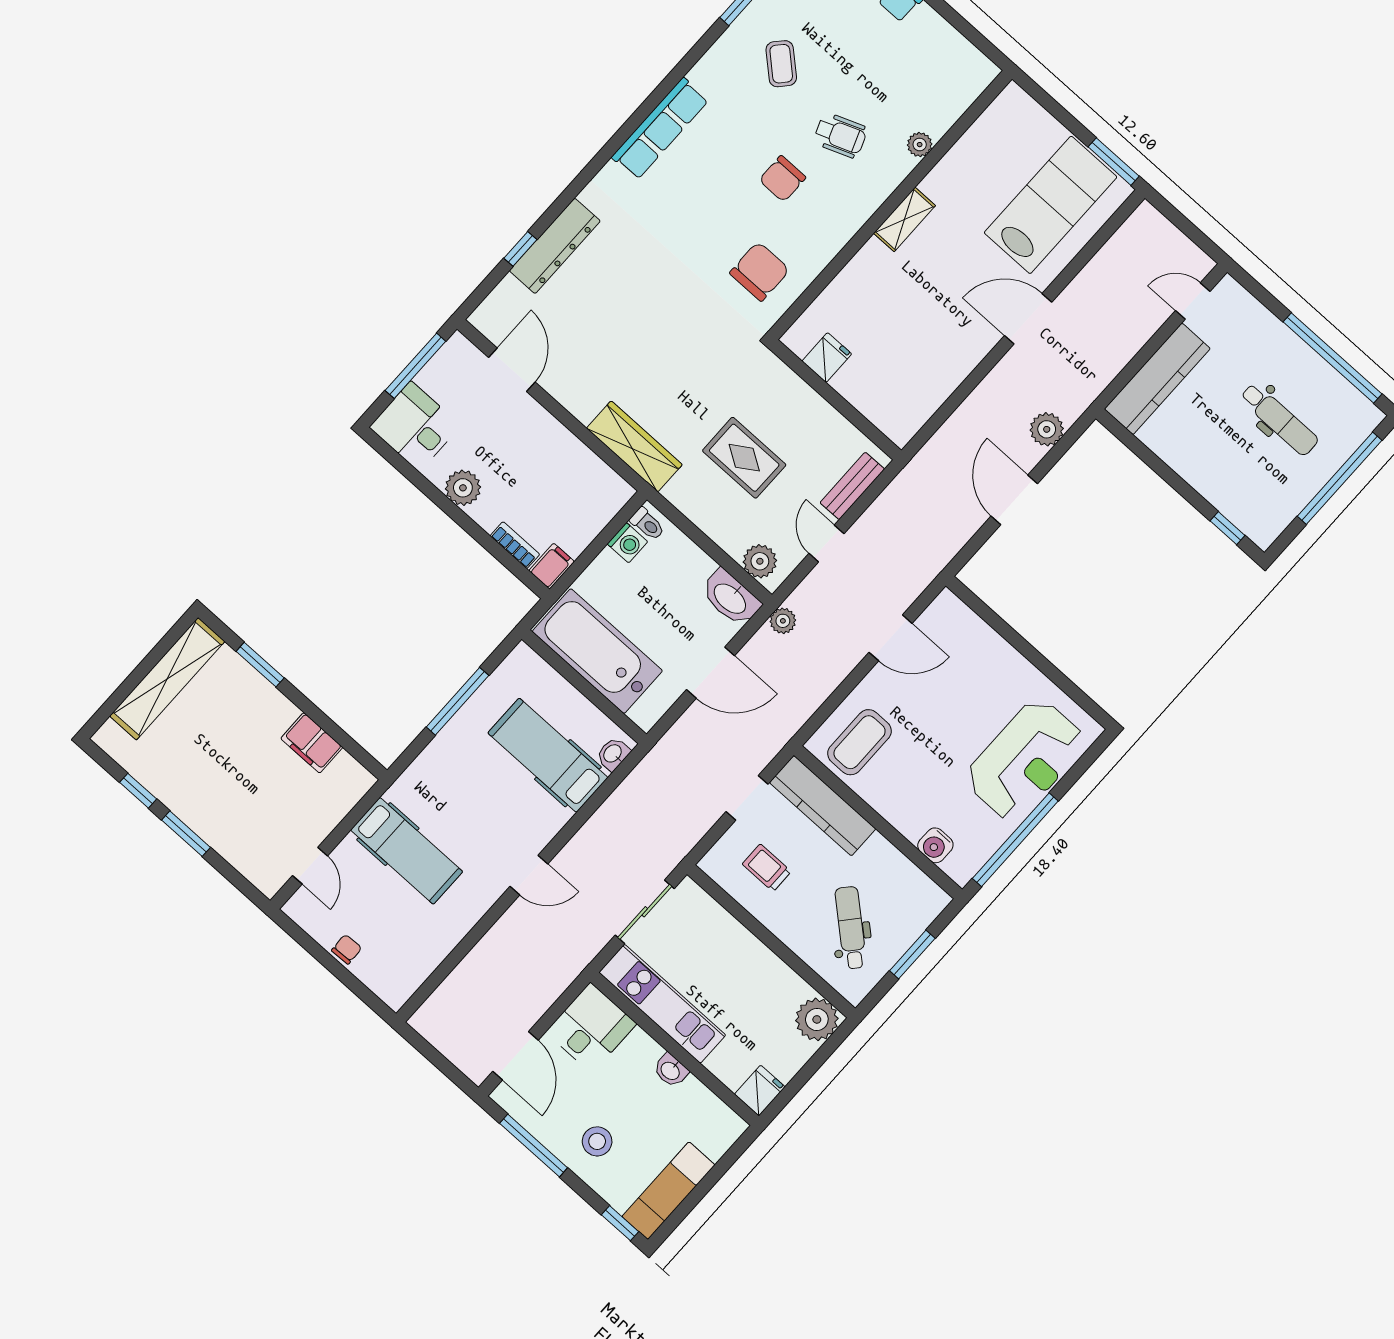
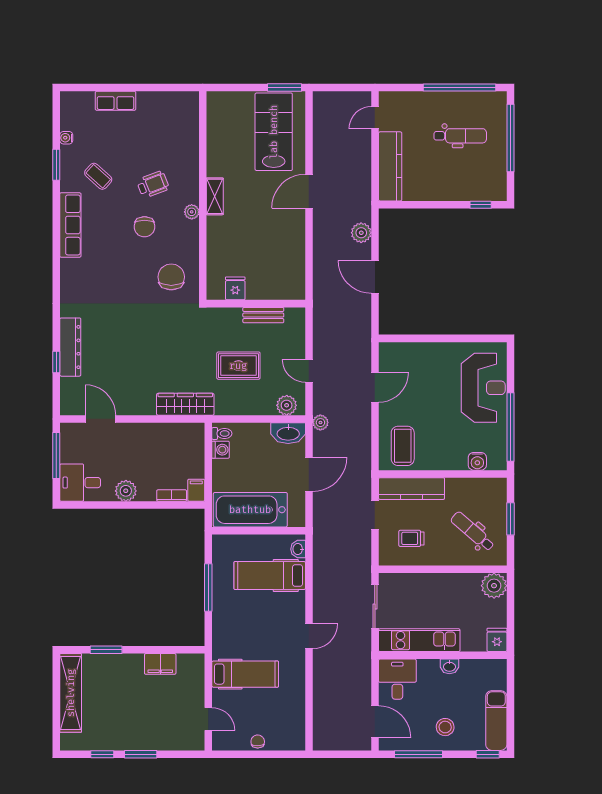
row of seats: (660, 129) -> (70, 225), moved
plant: (920, 145) -> (192, 212), moved
bench: (852, 486) -> (263, 315), moved, turned 90

